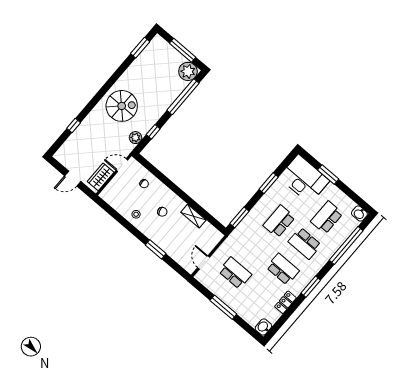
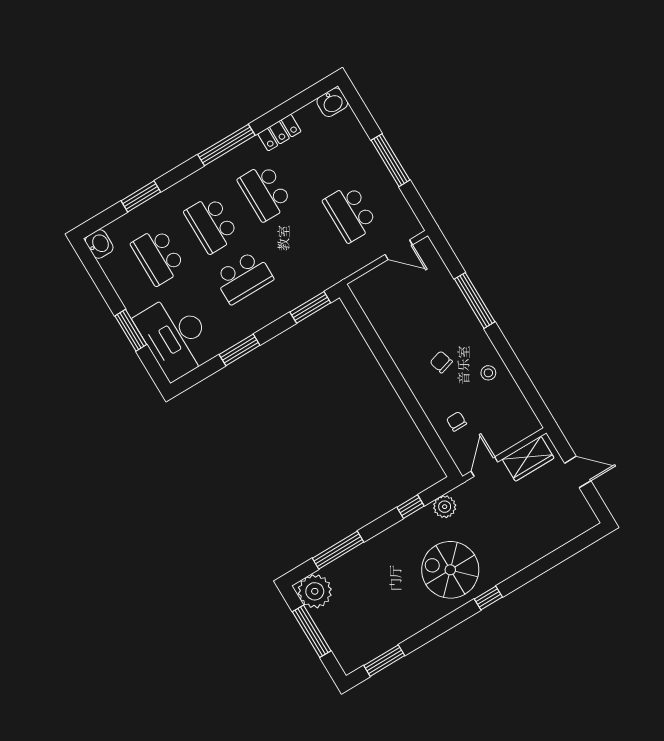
window: (183, 97) -> (338, 550), width x0.68
window: (74, 126) -> (488, 598), moved
door: (122, 165) -> (484, 467), swing flipped
shelving: (193, 216) -> (390, 336), removed
school desk: (327, 217) -> (158, 256), turned 90
school desk: (305, 243) -> (212, 224), turned 180
window: (346, 245) -> (141, 196), width x0.47
window: (156, 249) -> (475, 300), width x1.44
door: (204, 262) -> (399, 250), hinge flipped
window: (311, 287) -> (226, 145), width x1.44

